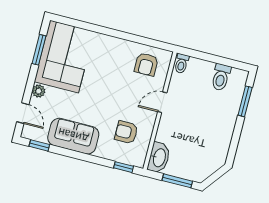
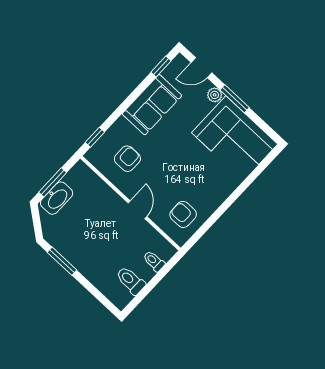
window: (39, 50) -> (235, 99), moved
toilet: (182, 64) -> (154, 261), moved
window: (245, 101) -> (62, 261), moved
washbasin: (159, 158) -> (57, 198), moved, turned -90

